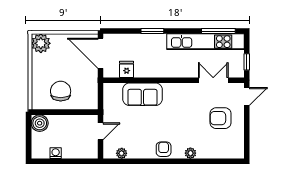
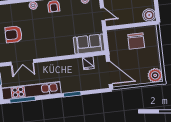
sofa: (142, 94) -> (89, 44), moved
armchair: (220, 118) -> (14, 34), turned 180
door: (100, 131) -> (103, 14), swing flipped

